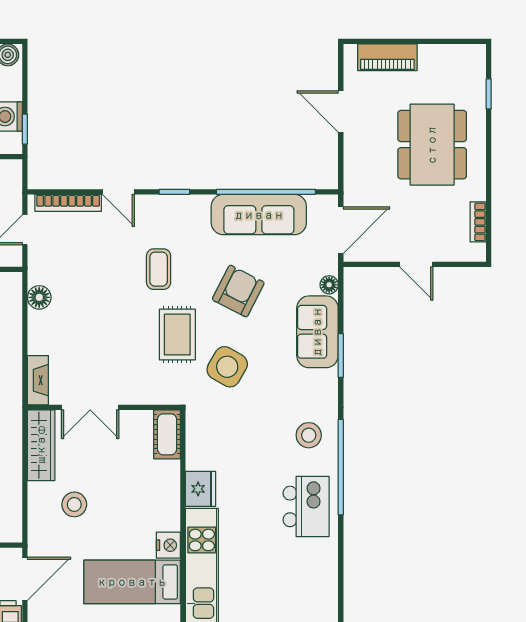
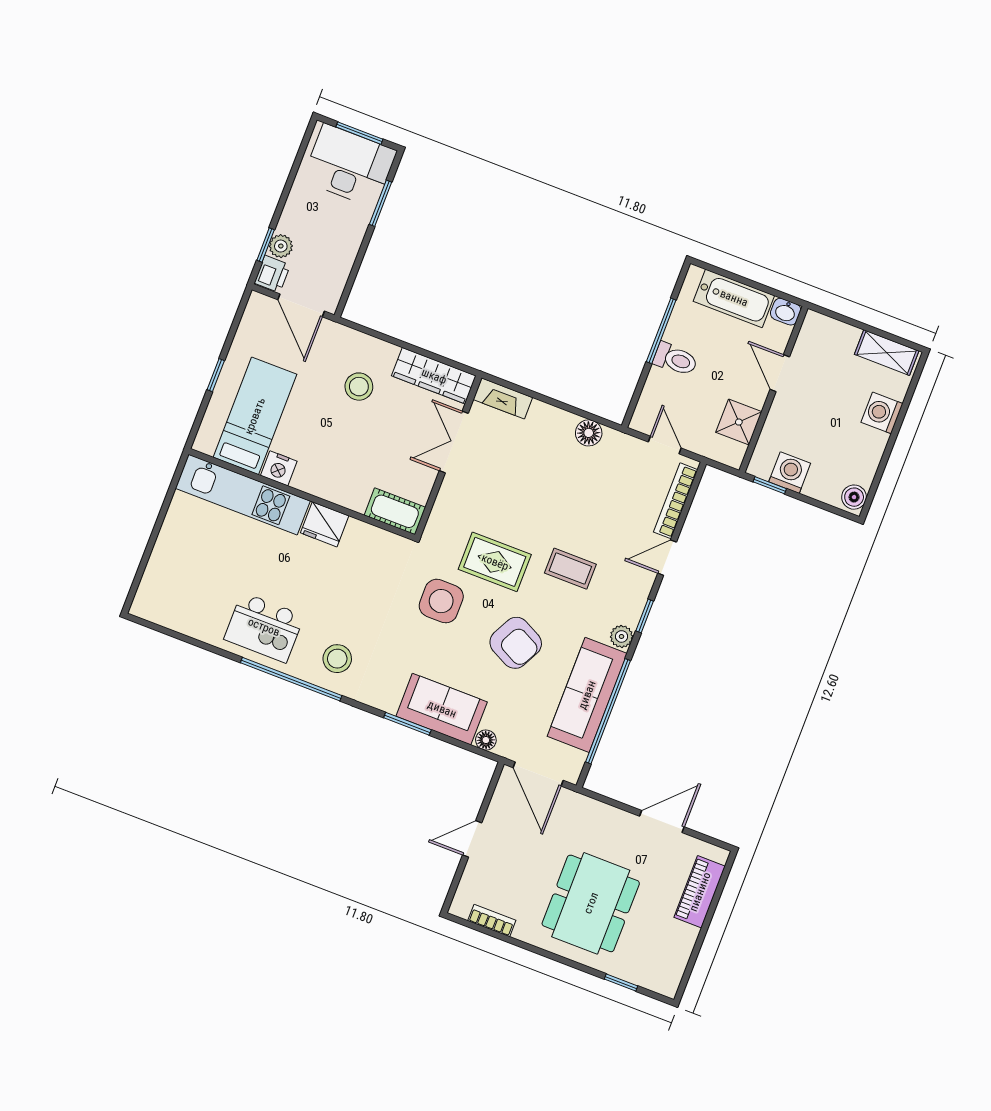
dining table: (432, 145) -> (591, 903), turned 90
plant: (199, 205) -> (622, 636), added
side table: (227, 367) -> (441, 601), turned -30

